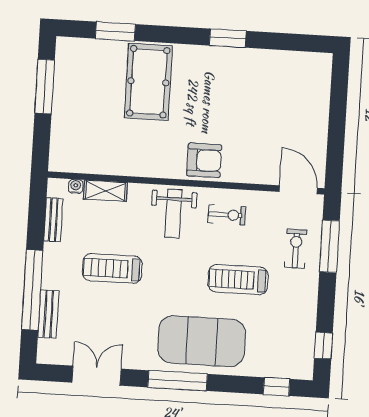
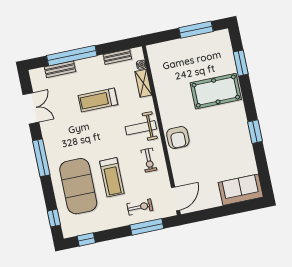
sofa: (312, 85) -> (241, 190), added
treadmill: (112, 268) -> (98, 100), turned -90
treadmill: (238, 280) -> (112, 177), turned 180
exercise mat: (202, 341) -> (78, 186), moved

